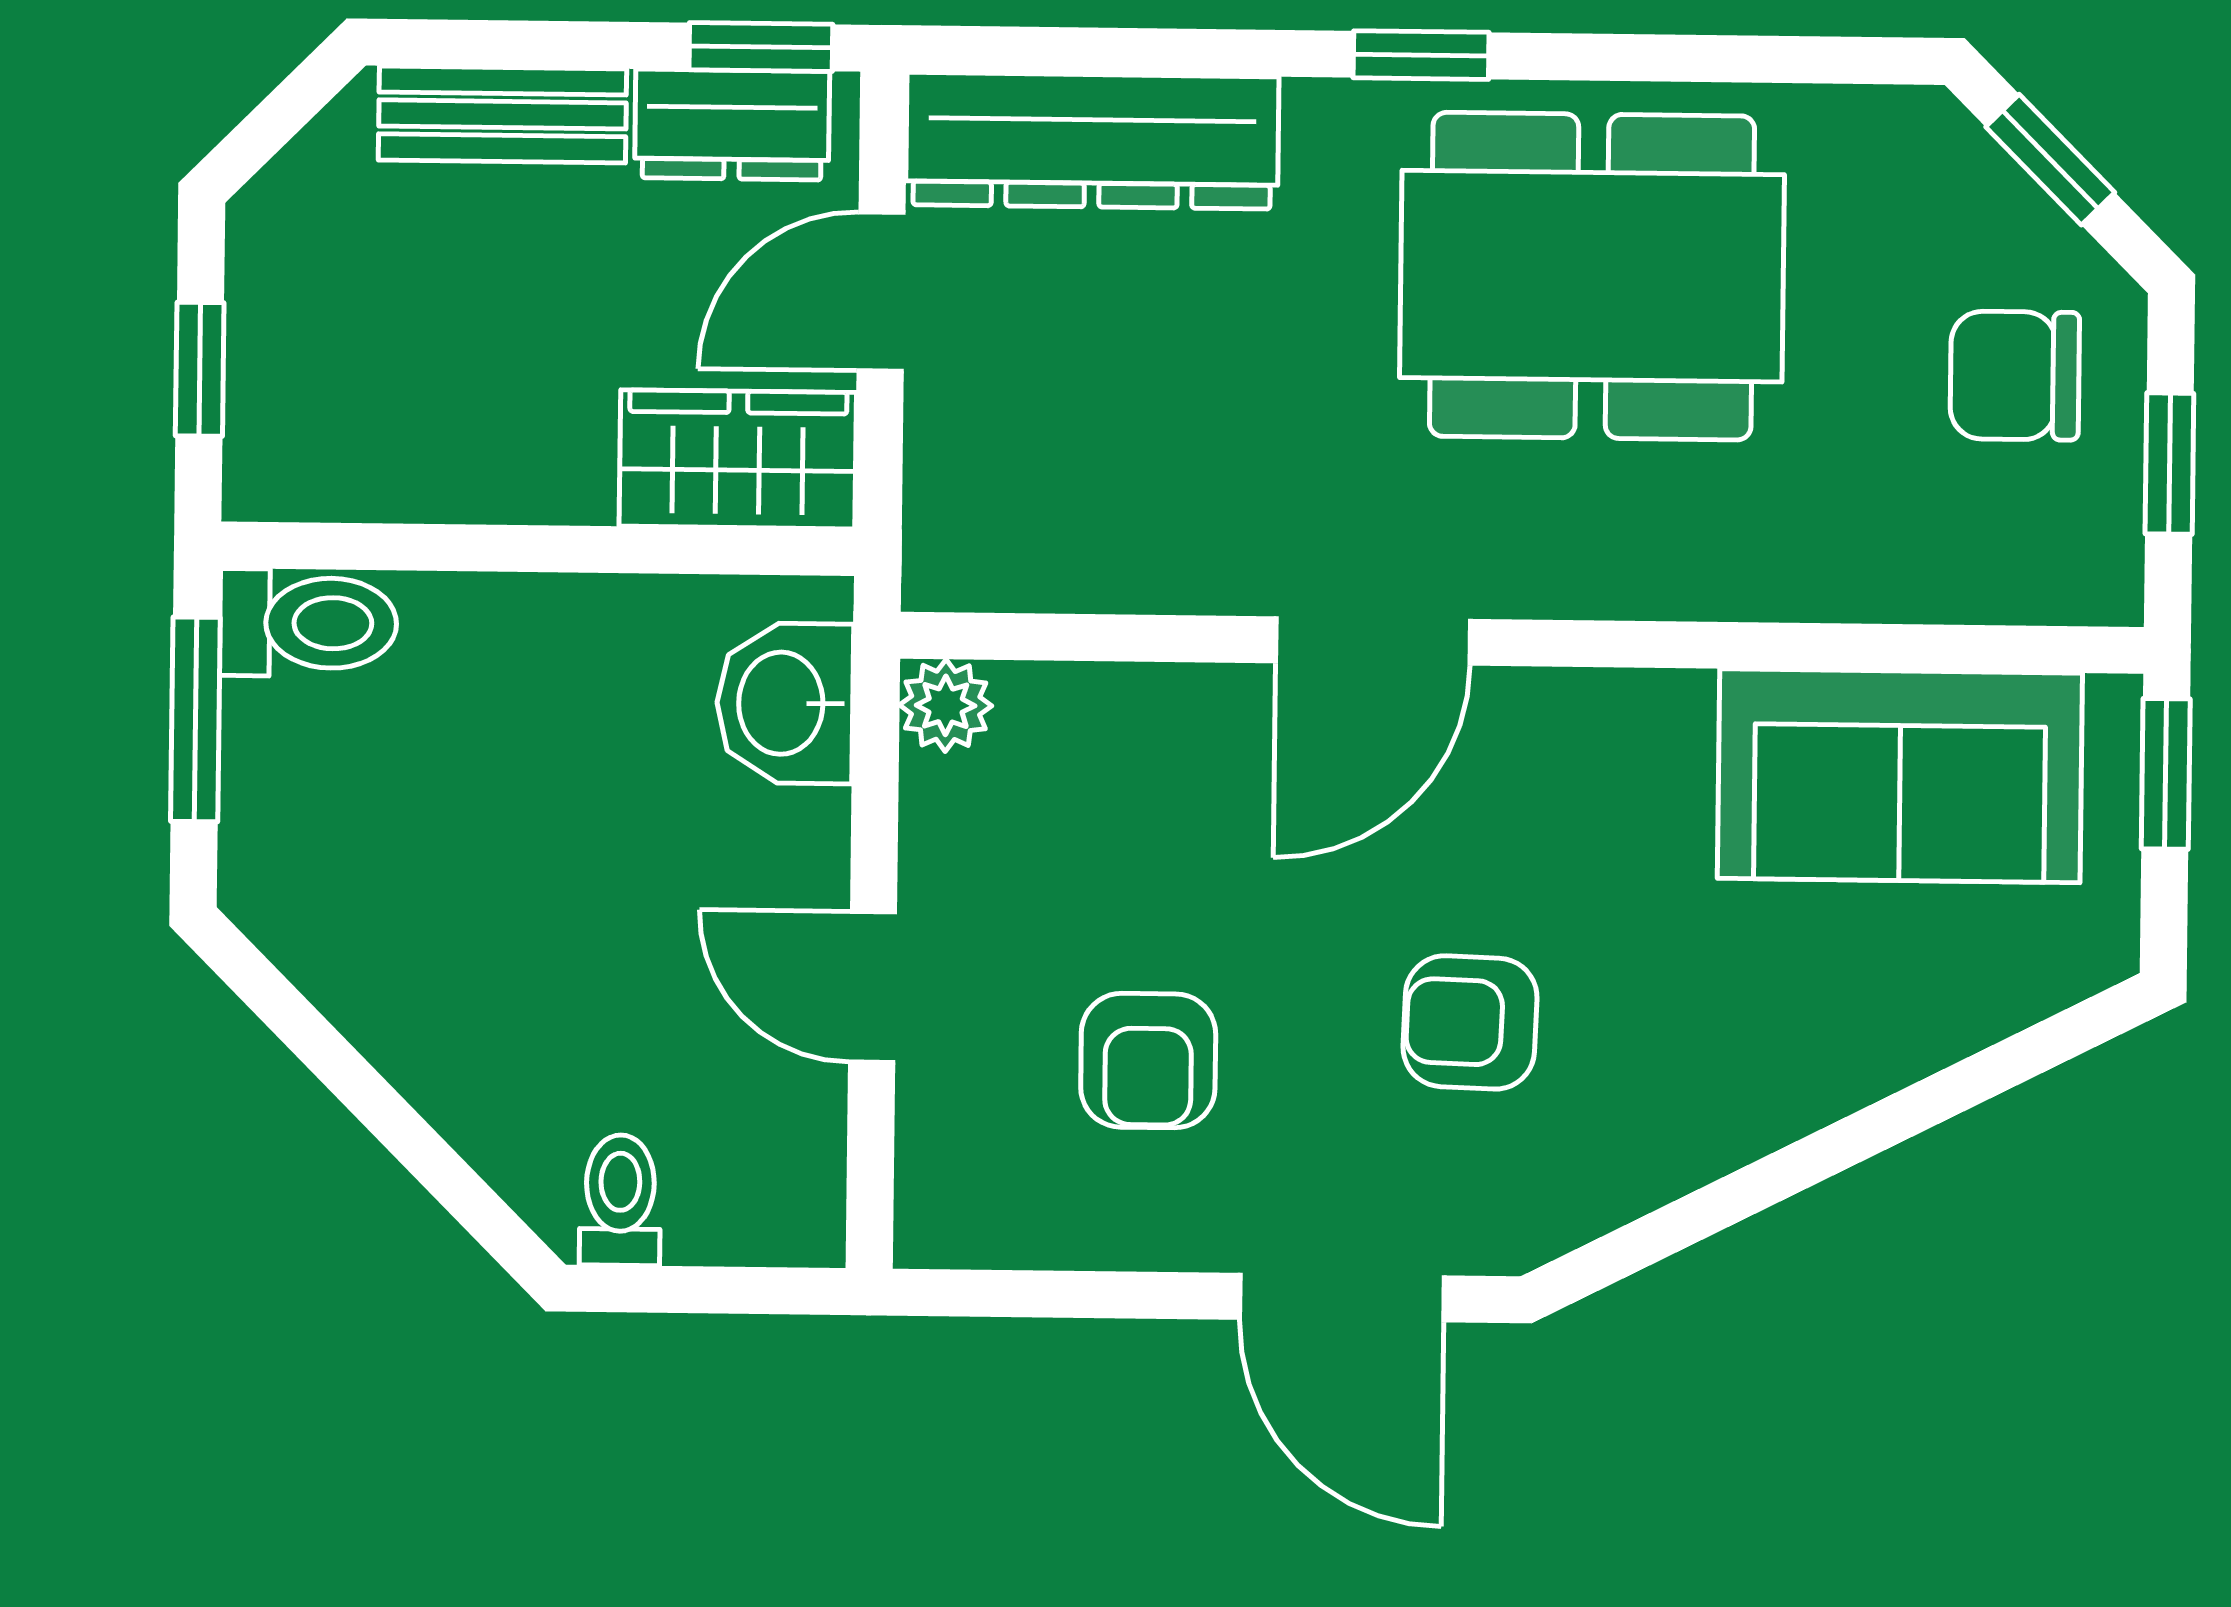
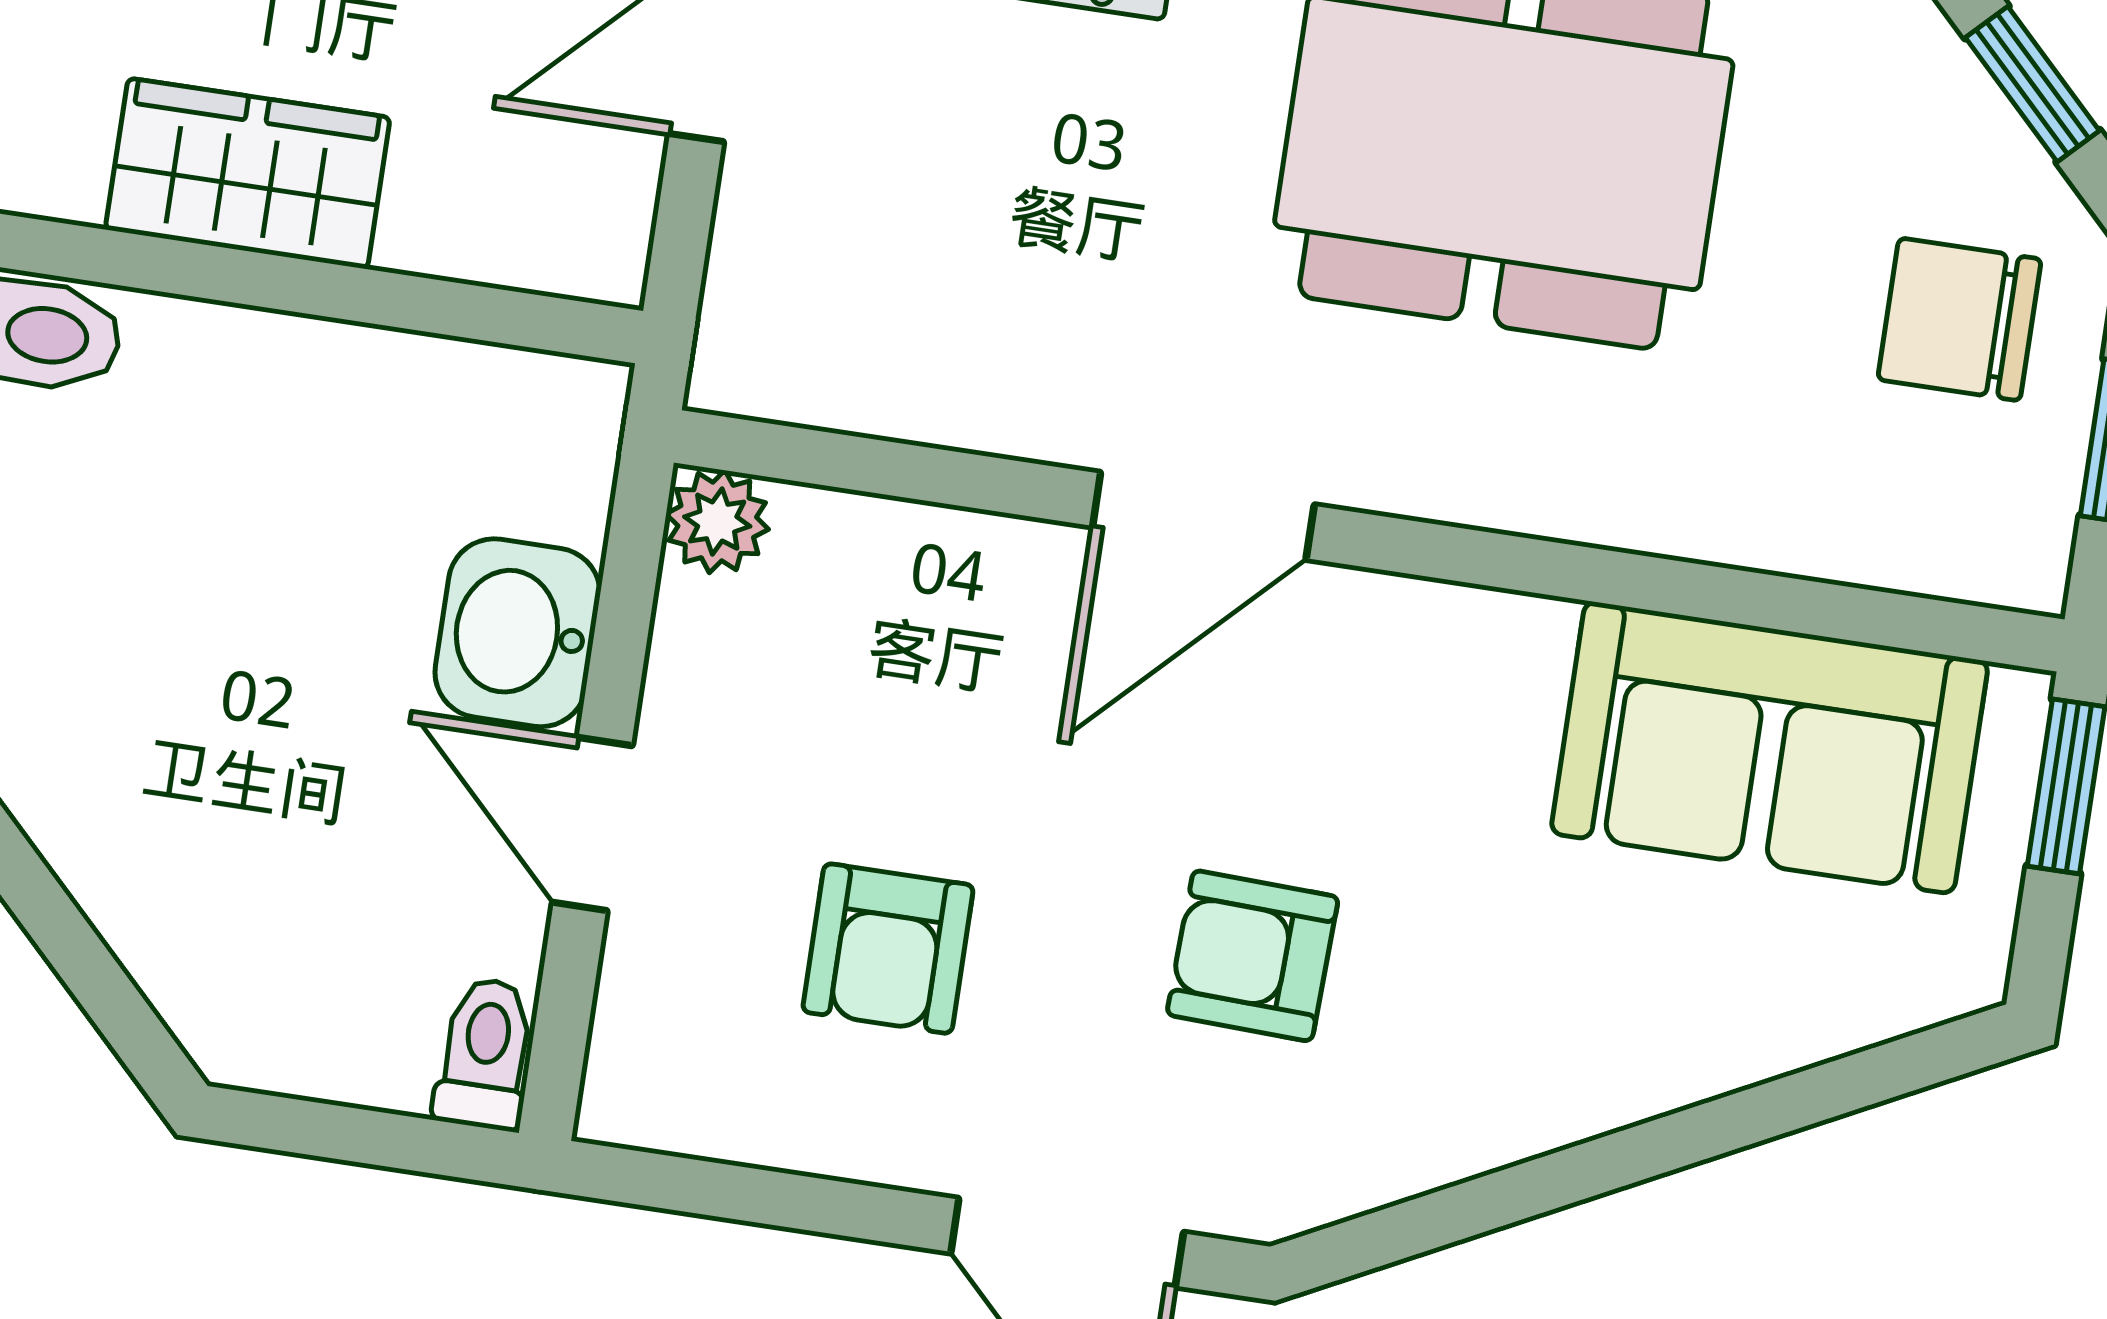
wardrobe: (738, 459) -> (248, 173), moved
washbasin: (785, 703) -> (517, 633), moved
toilet: (620, 1200) -> (485, 1054), moved

